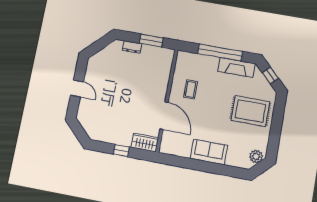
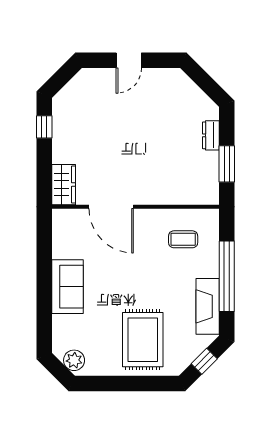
coffee table: (191, 89) -> (183, 239), moved
door: (164, 116) -> (111, 207), hinge flipped
window: (121, 151) -> (44, 127), moved

